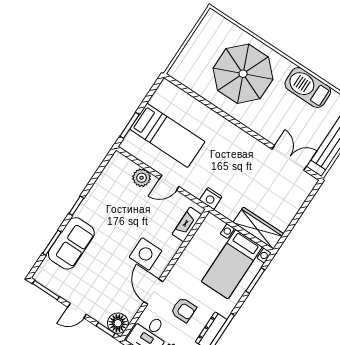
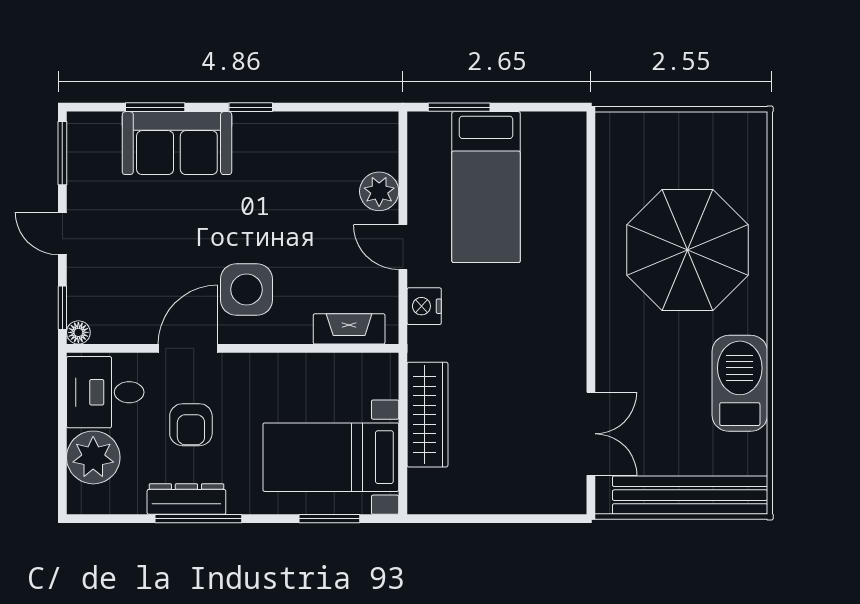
nightstand: (211, 198) -> (424, 306), moved
wardrobe: (258, 228) -> (427, 415), moved
floor lamp: (118, 323) -> (78, 332), width x0.53, depth x0.53

